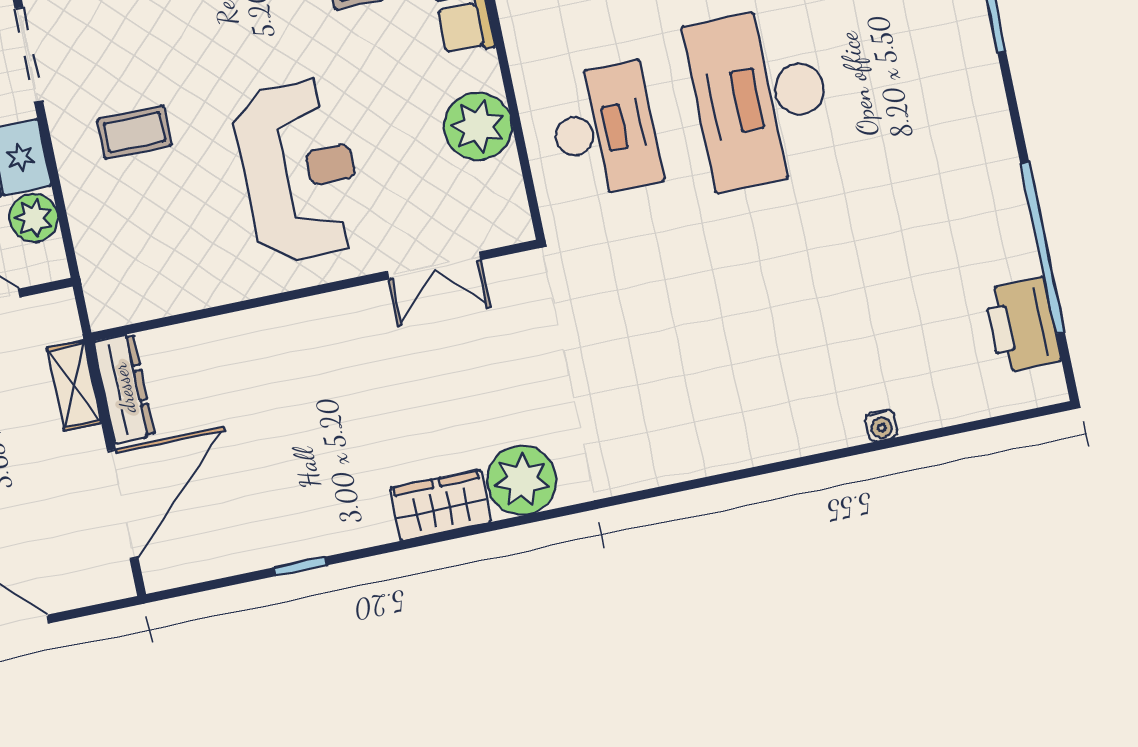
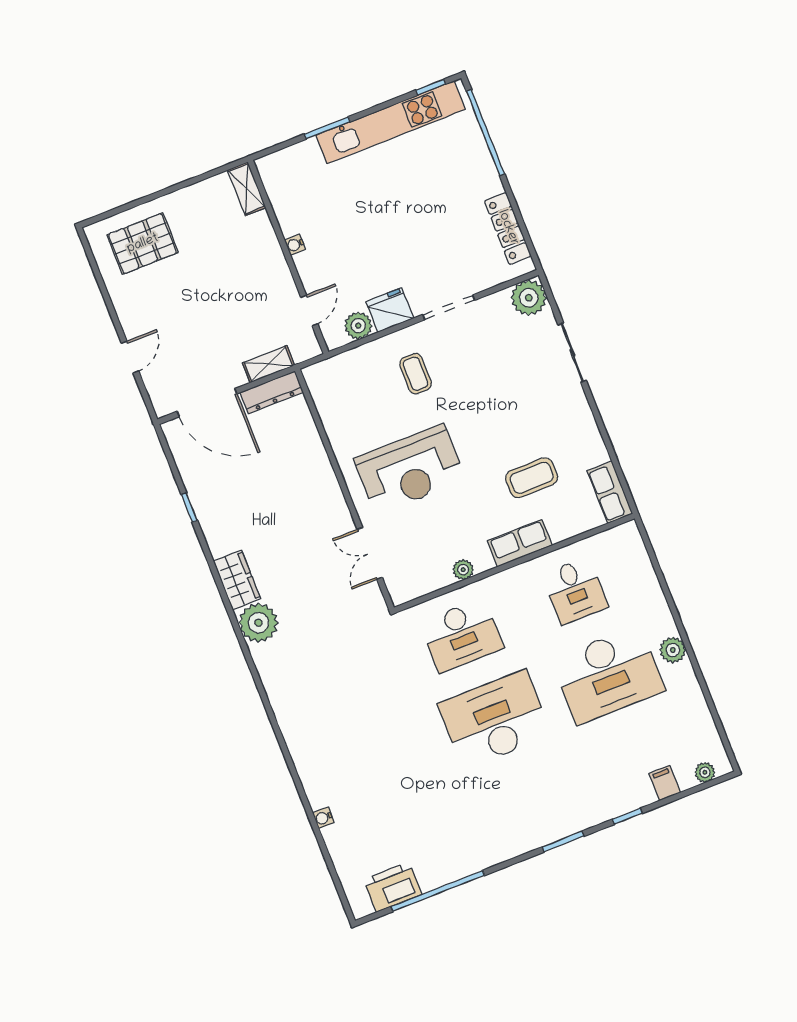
plant: (478, 126) -> (463, 570), width x0.53, depth x0.53

